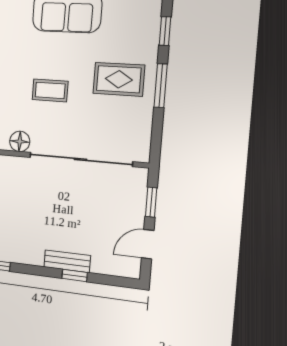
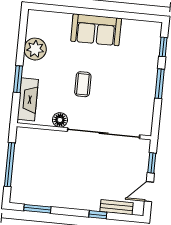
rug: (119, 79) -> (131, 78), removed
coffee table: (50, 90) -> (83, 84), turned 90
bench: (67, 261) -> (117, 207), moved

